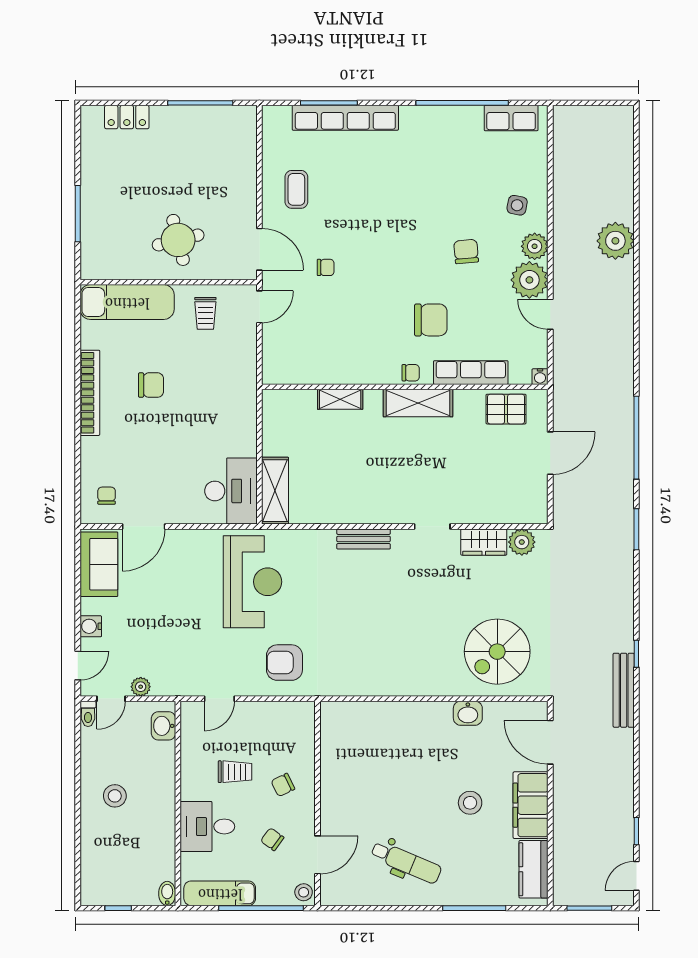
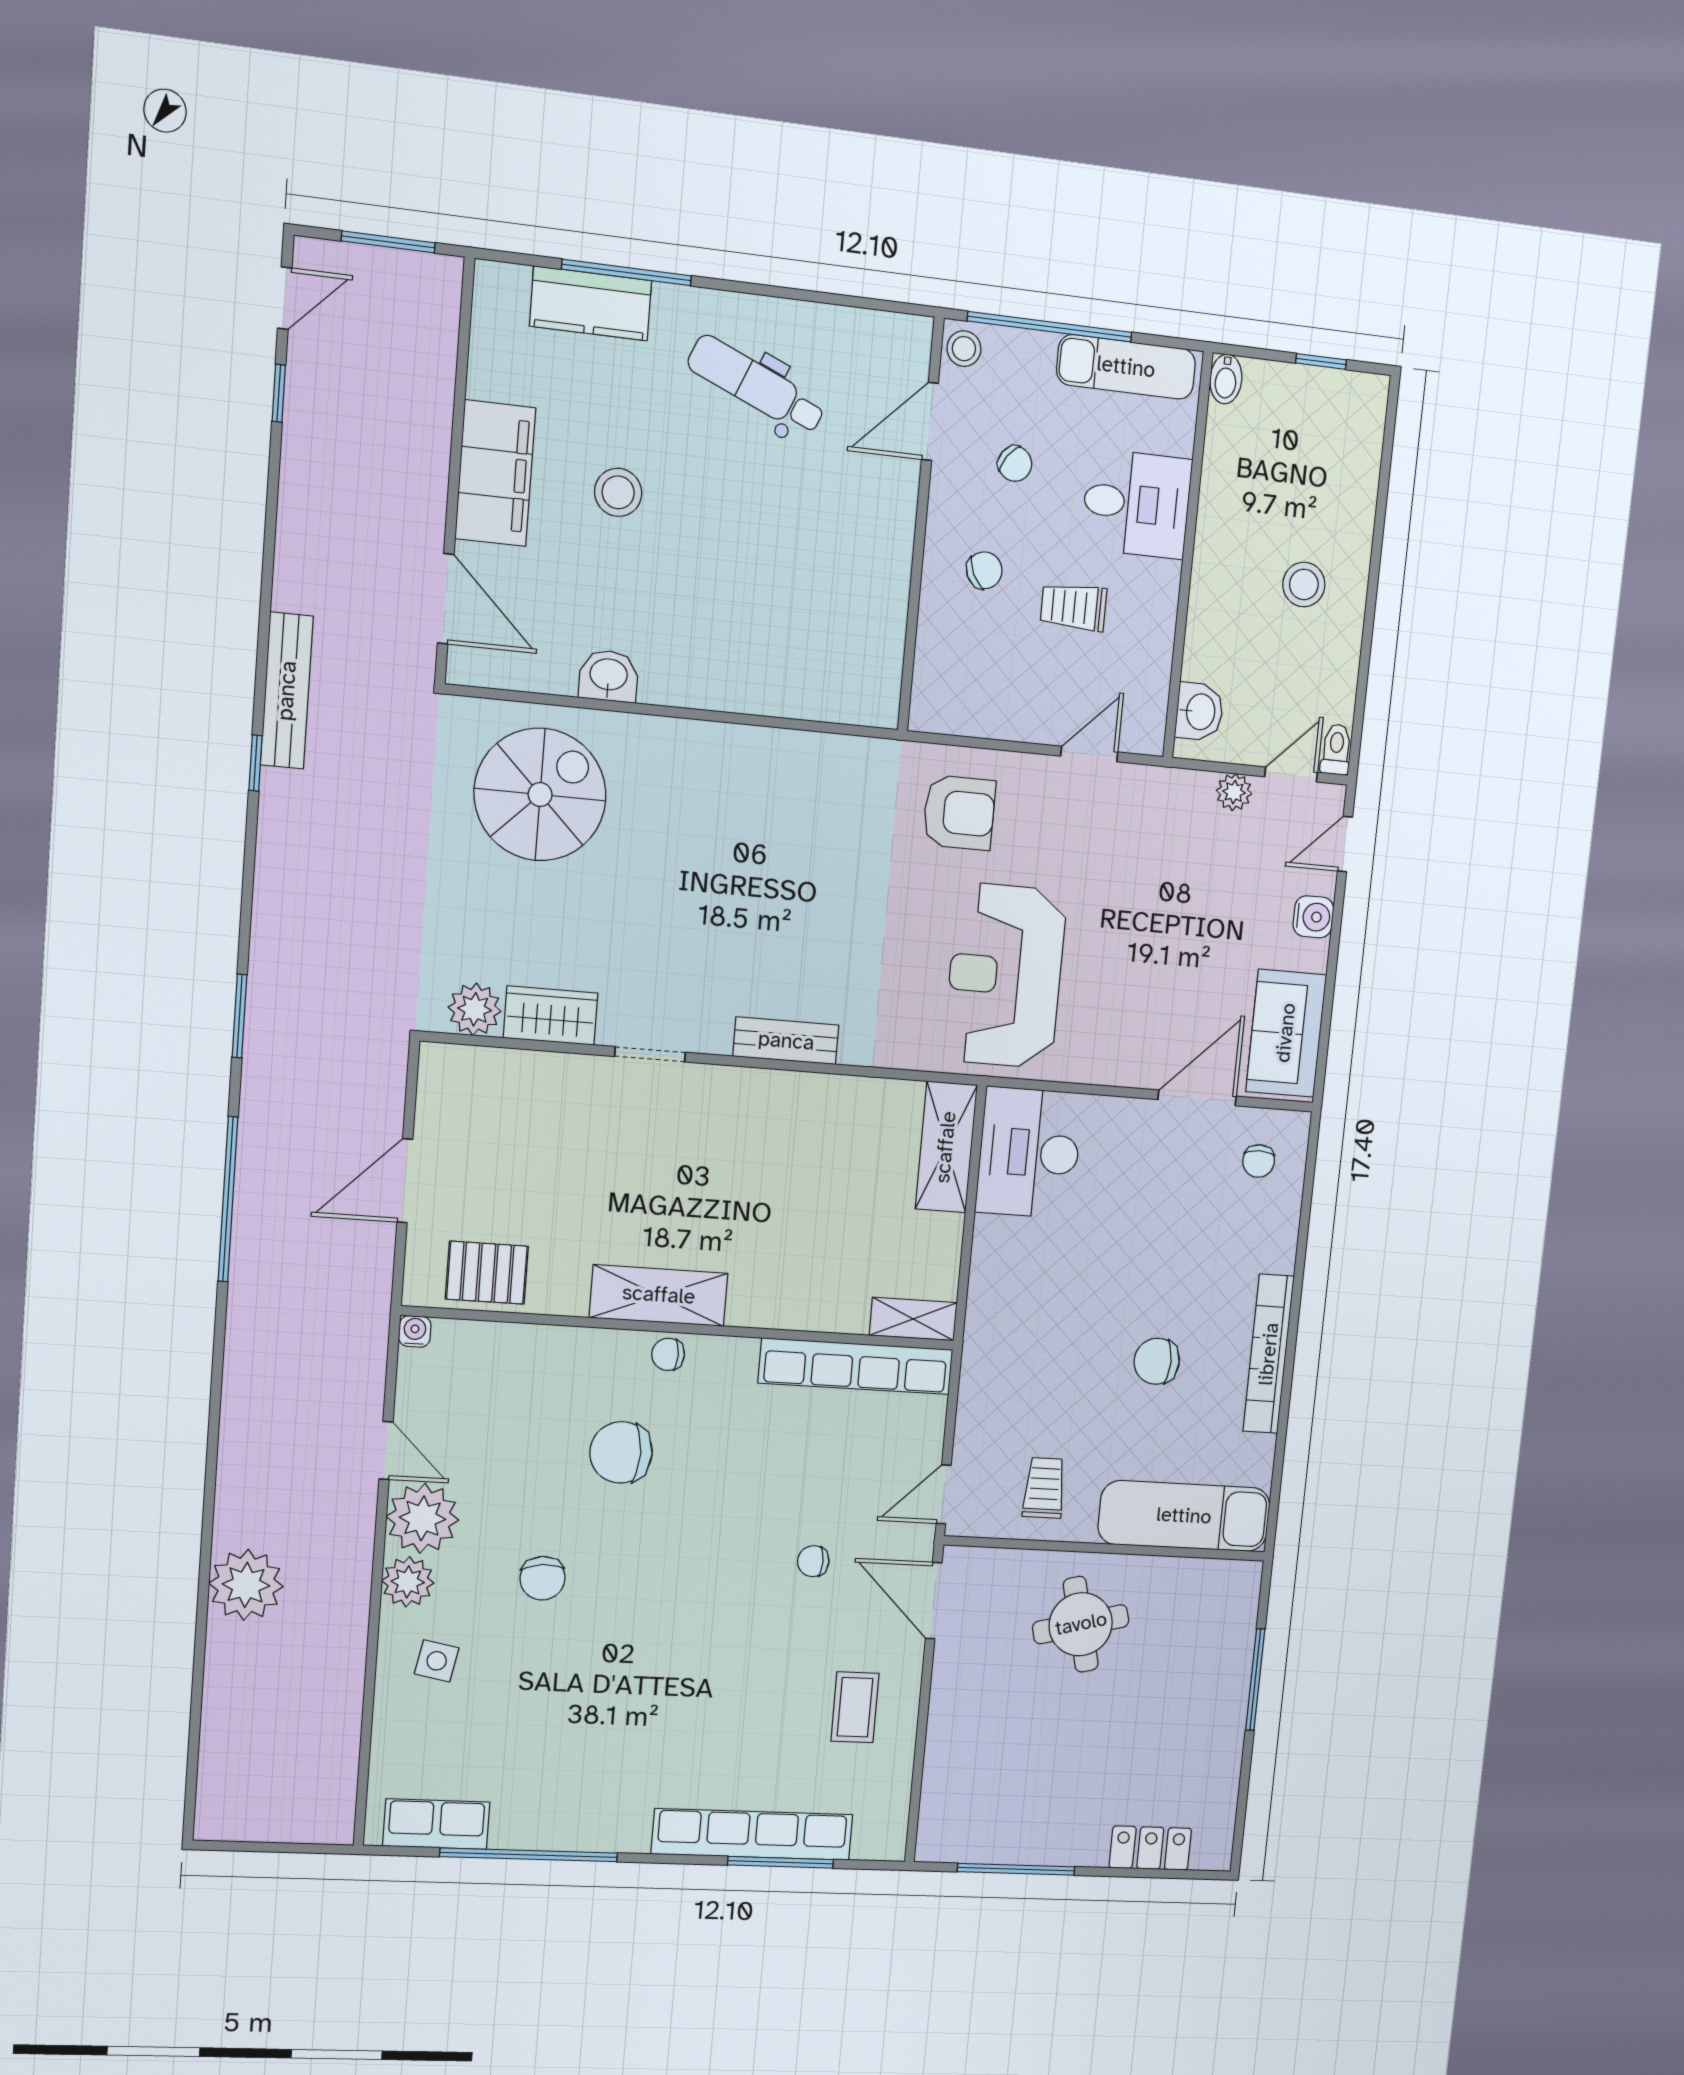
row of seats: (471, 373) -> (856, 1366), moved, width x1.36
shelving: (340, 399) -> (913, 1319), moved
kitchen counter: (533, 869) -> (591, 303), moved, turned 90

